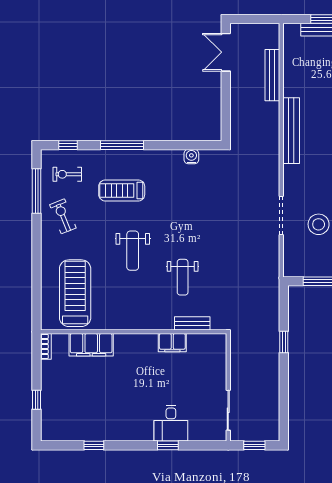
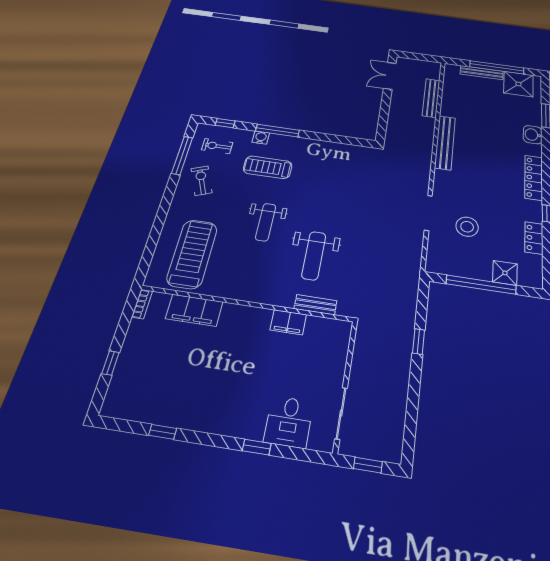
water cooler: (191, 157) -> (261, 138), moved
weight bench: (183, 277) -> (314, 256), width x1.36, depth x1.33
desk: (171, 423) -> (289, 422), moved

